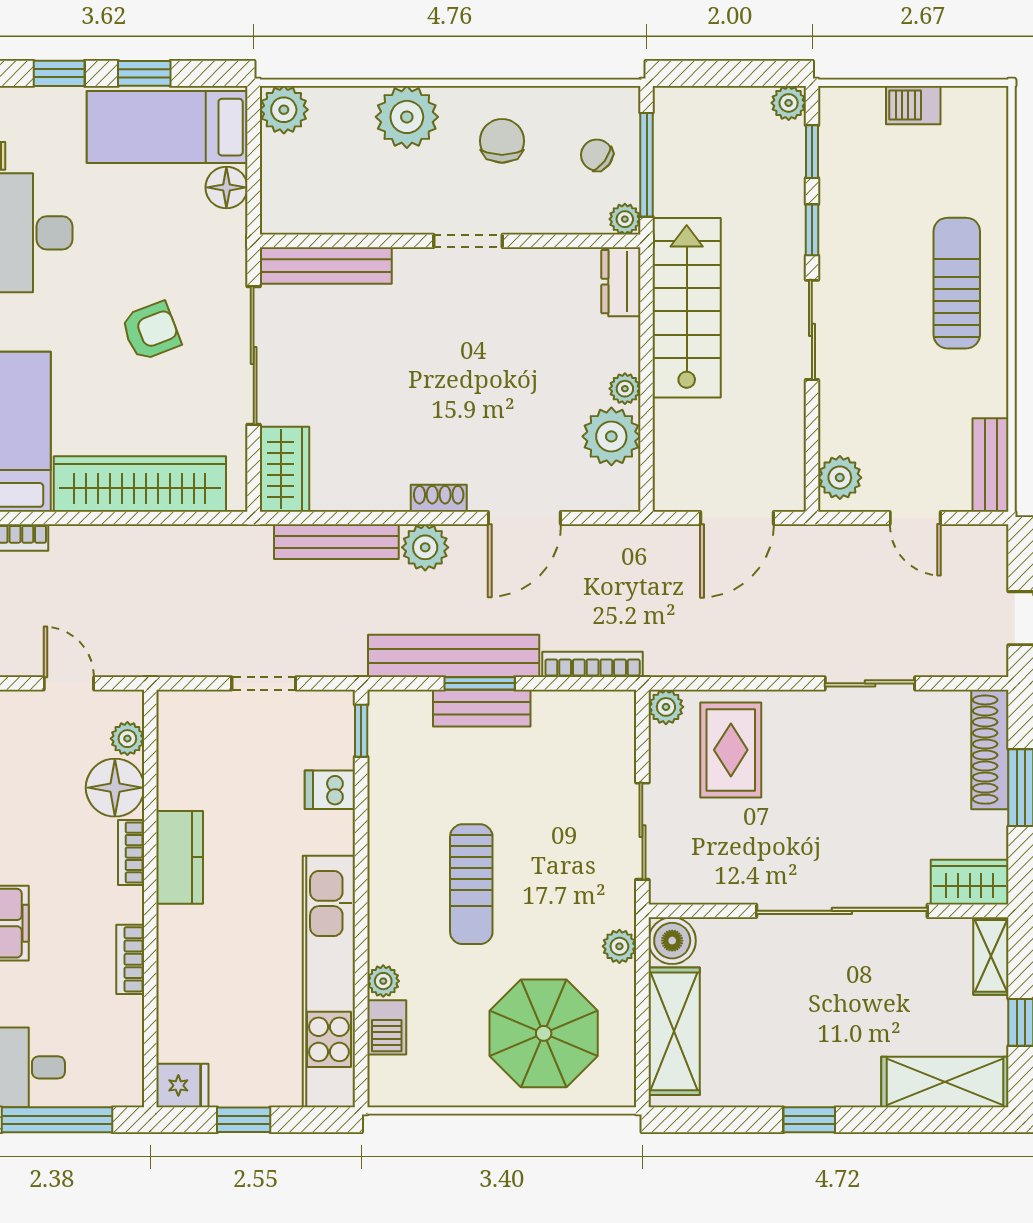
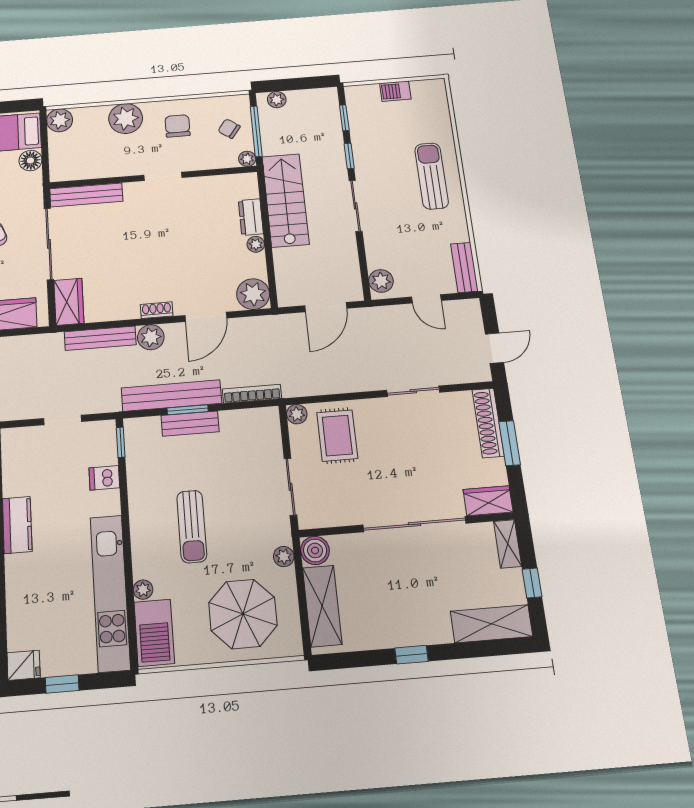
plant: (789, 103) -> (277, 100), moved
dresser: (621, 282) -> (251, 217), moved
plant: (611, 436) -> (253, 294), moved
barbecue: (387, 1027) -> (154, 633), width x1.88, depth x1.53

